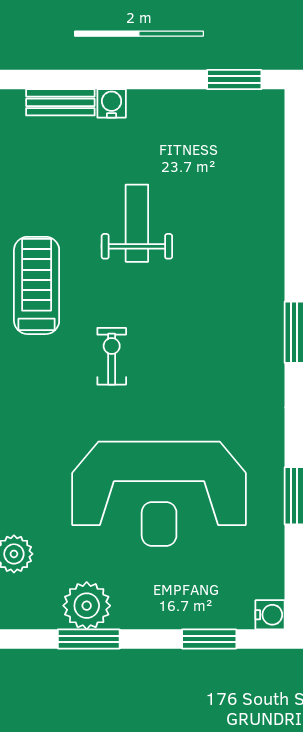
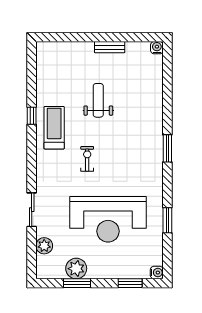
window: (234, 80) -> (141, 37), removed
bench: (60, 102) -> (110, 47), moved
water cooler: (112, 103) -> (157, 48), moved

